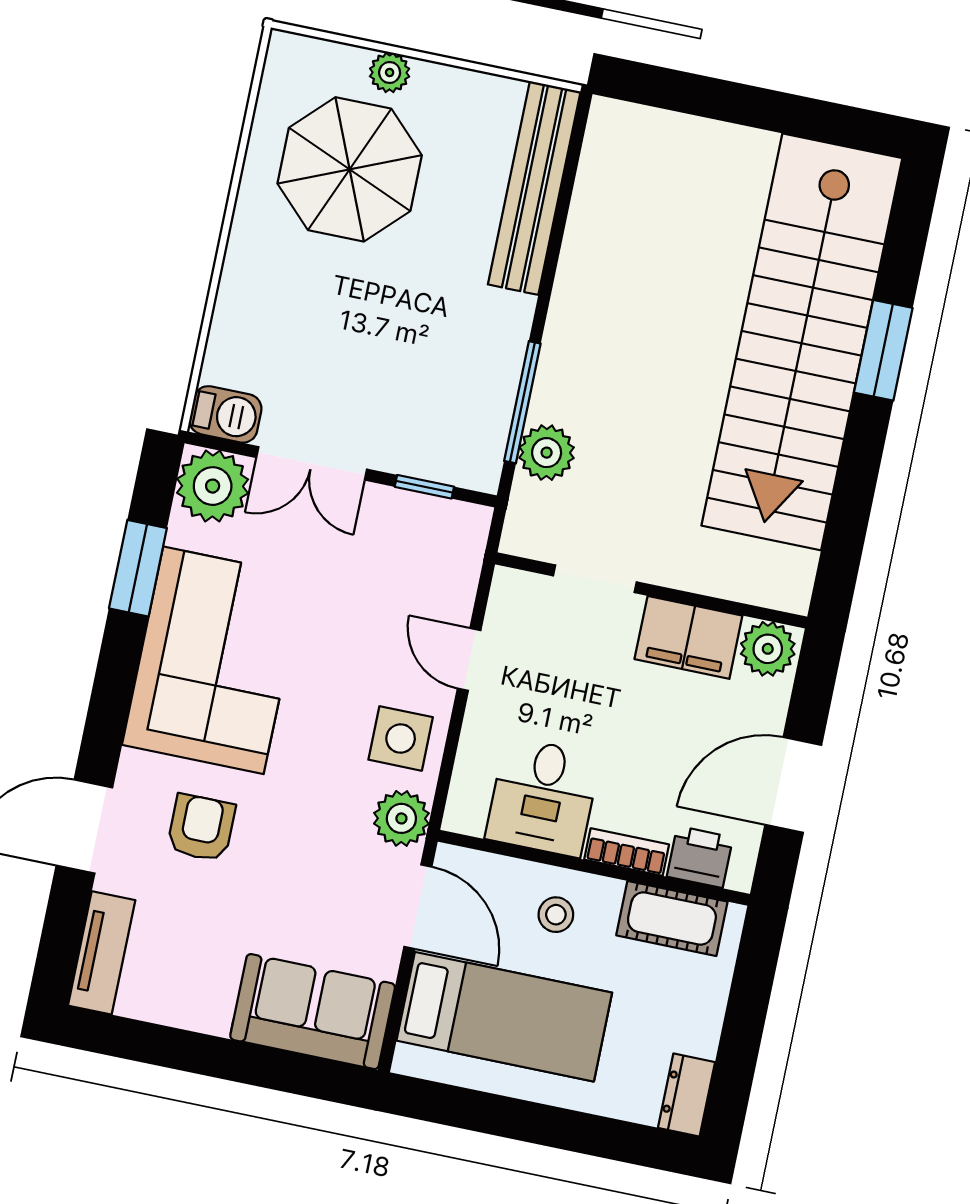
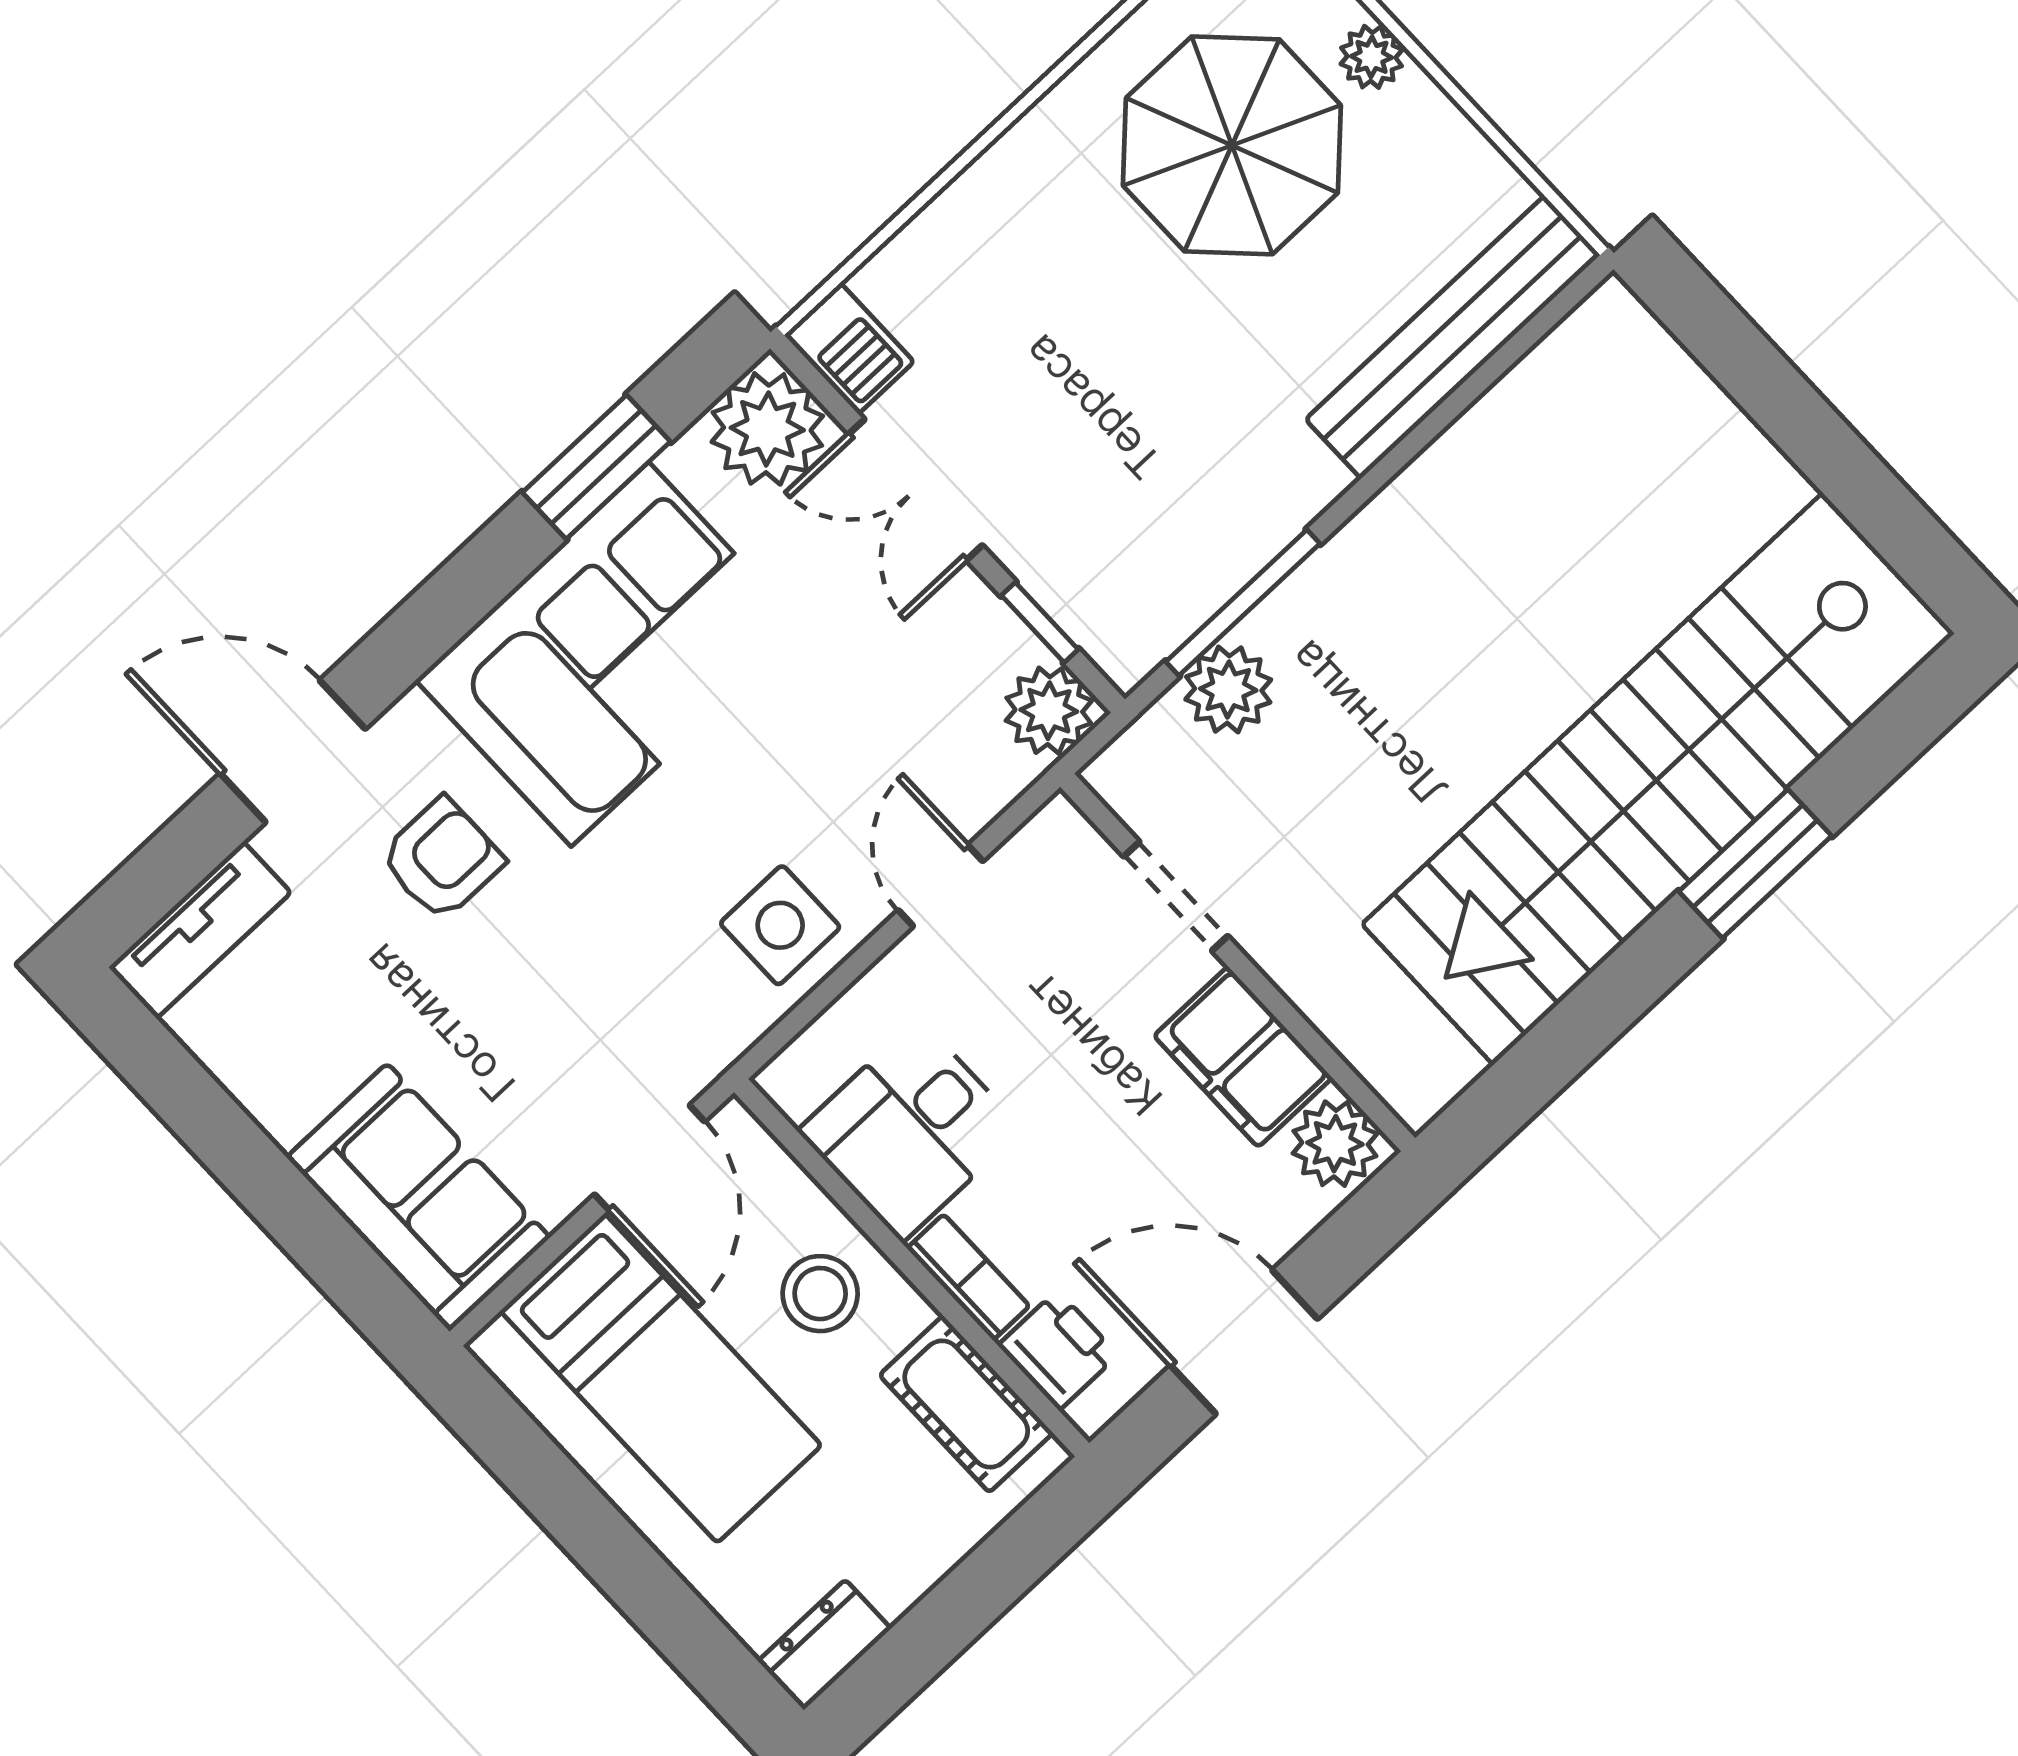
plant: (401, 818) -> (1049, 711), moved
stool: (556, 915) -> (820, 1294), width x1.37, depth x1.37

